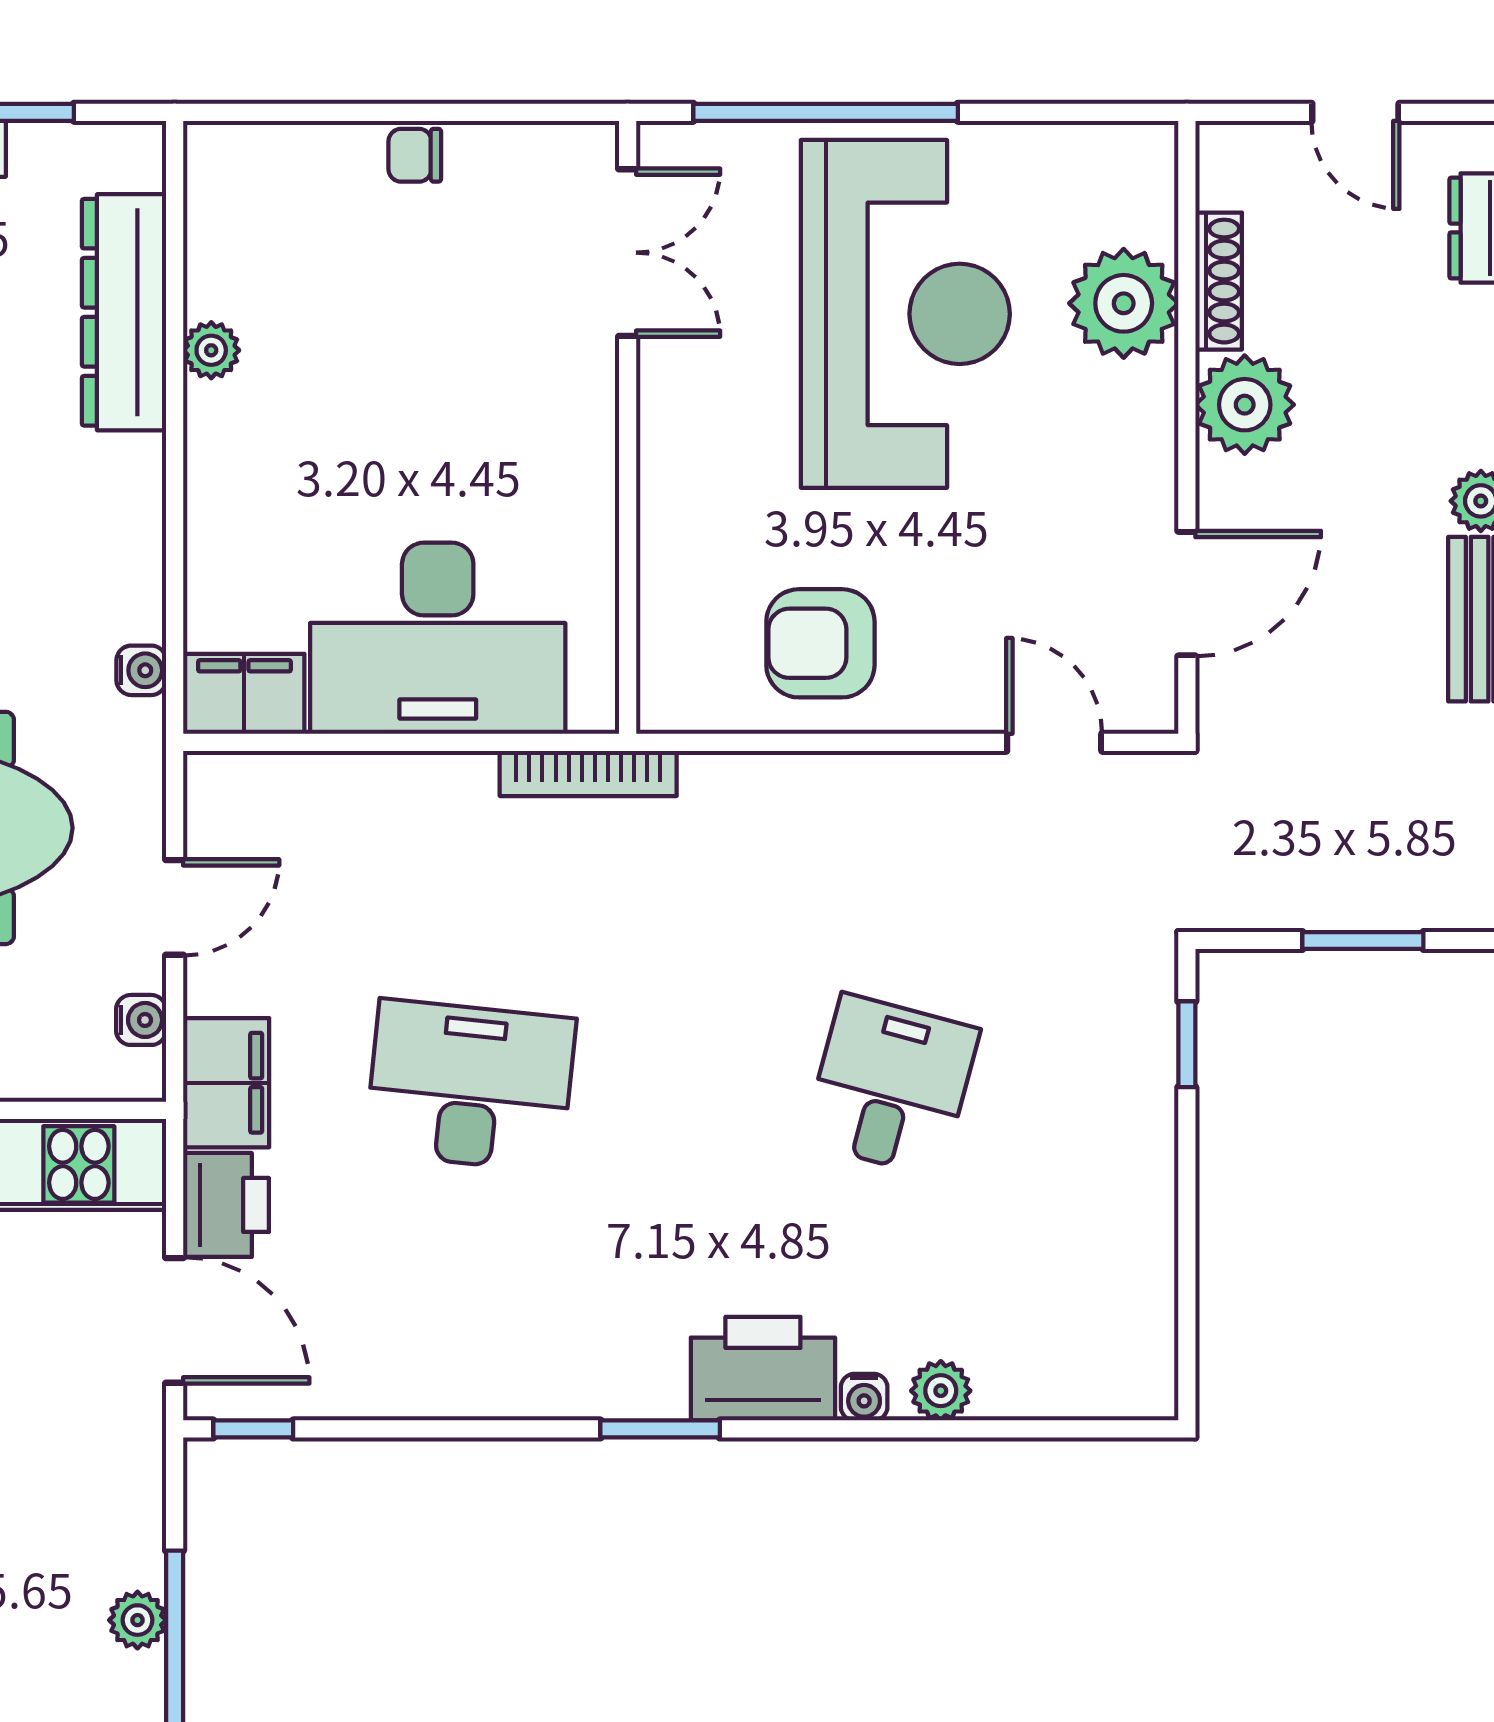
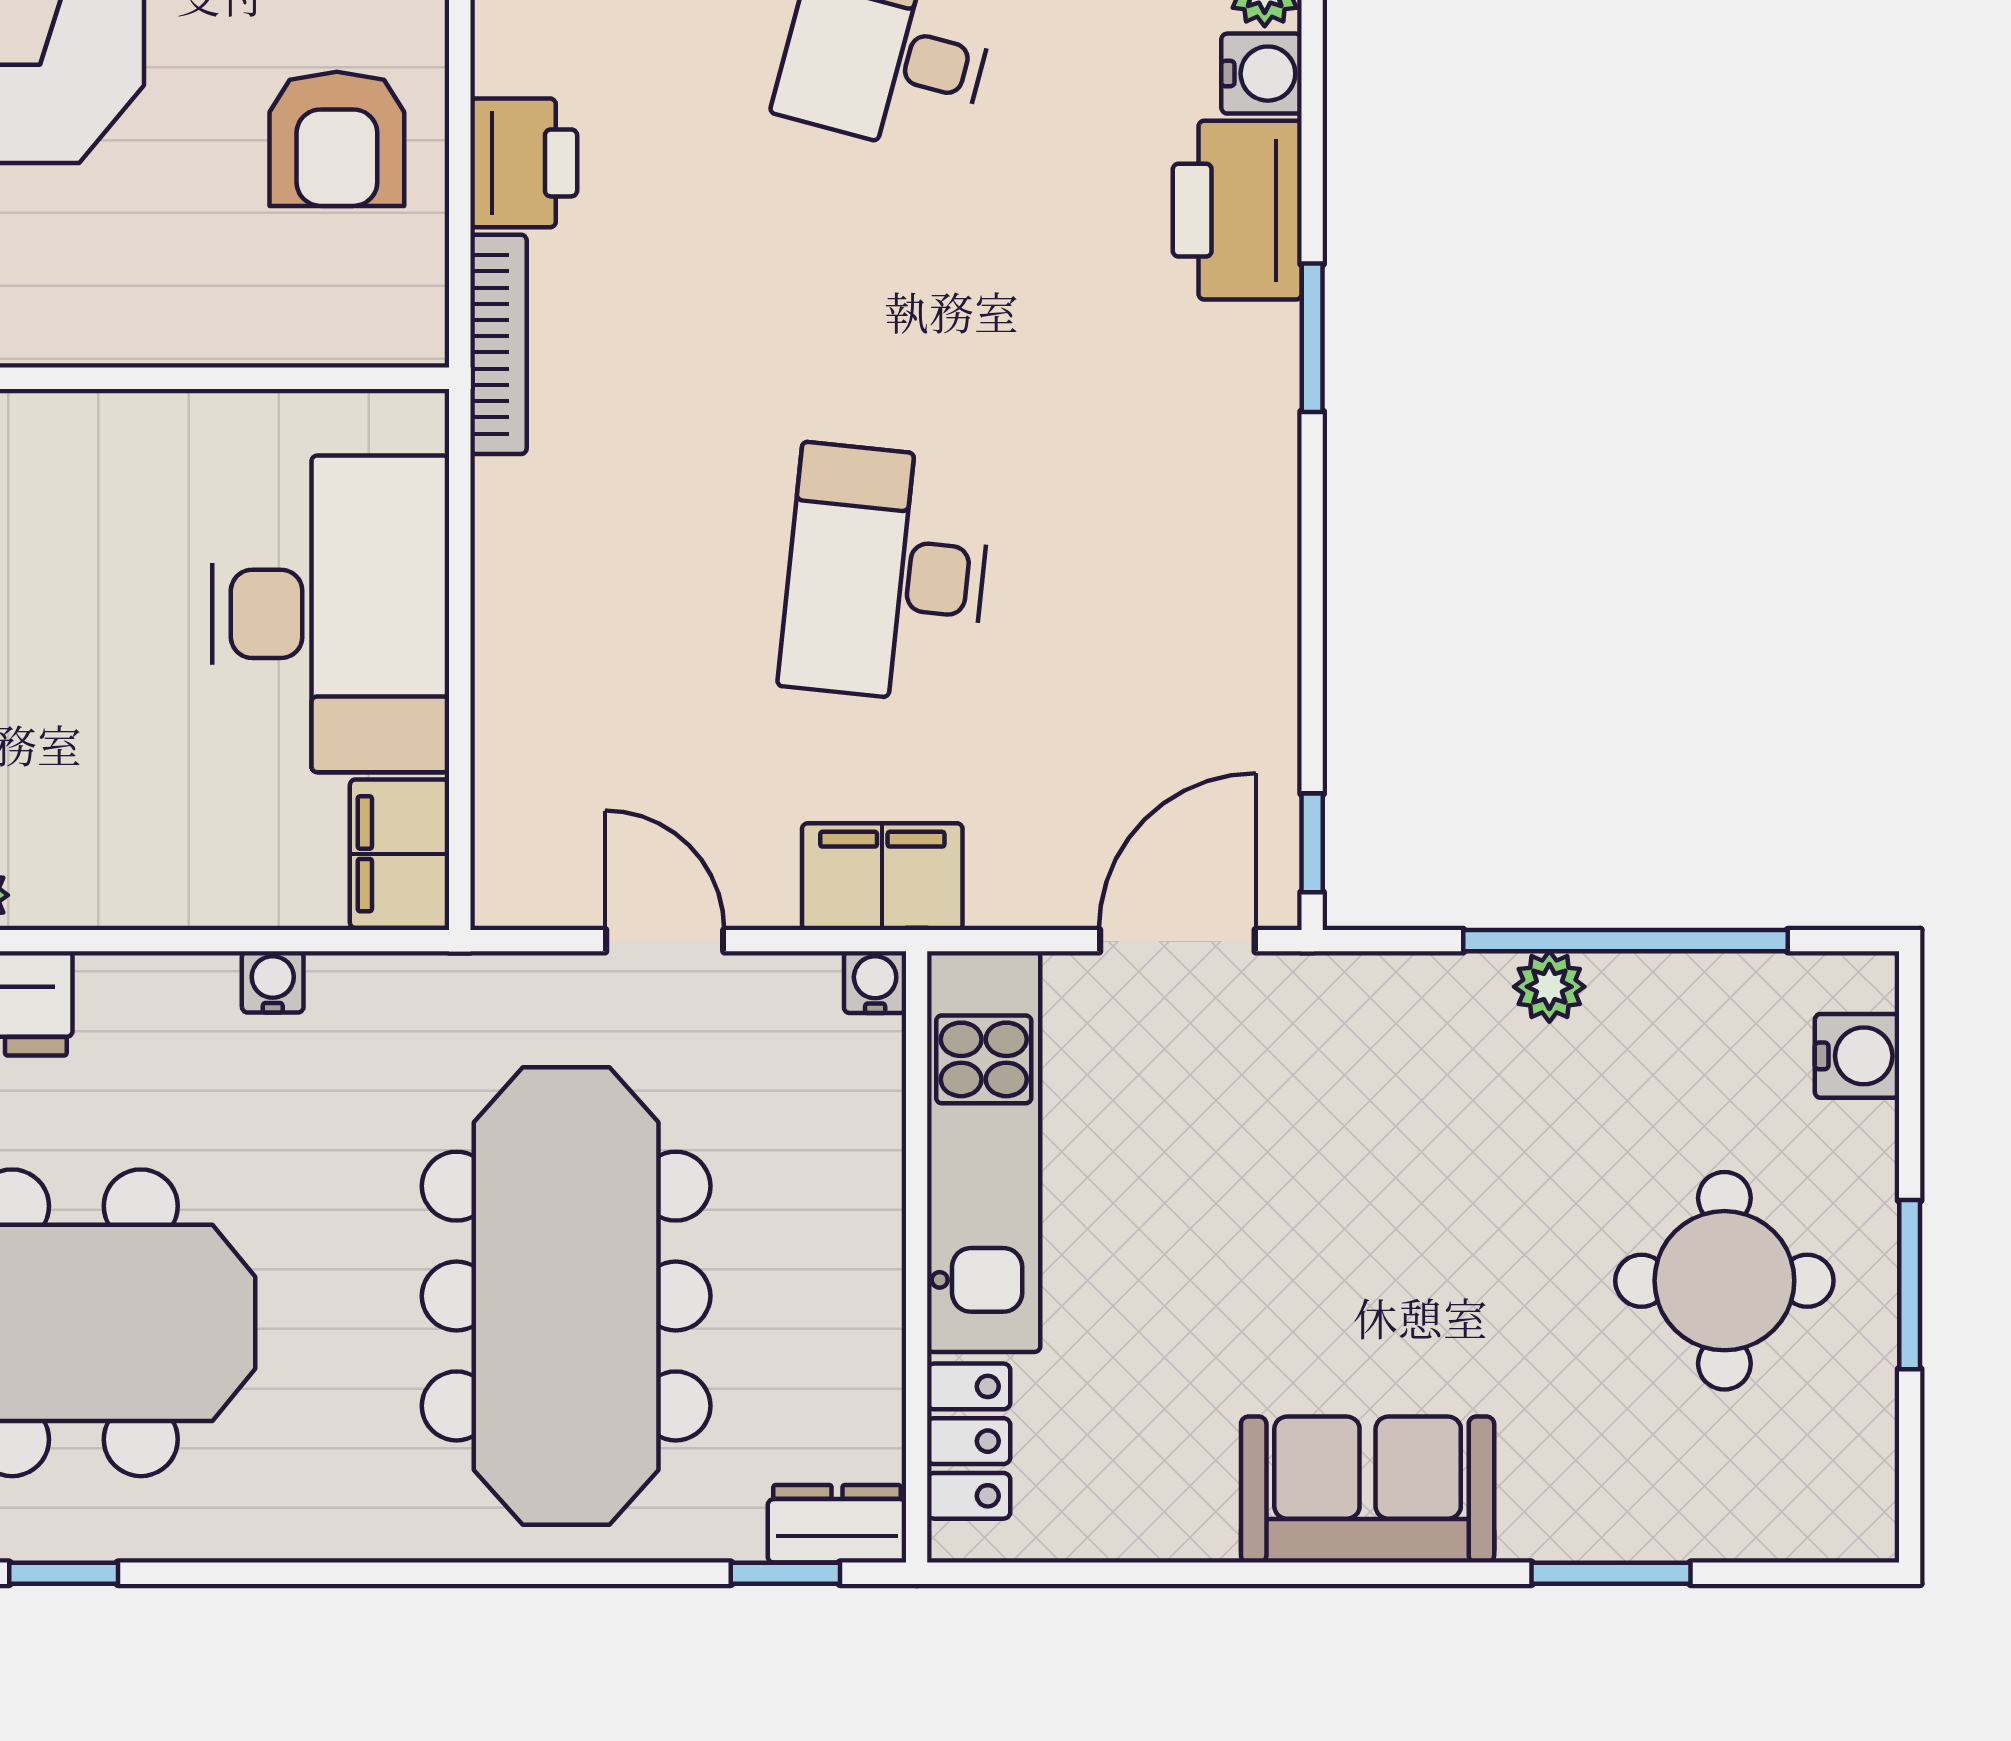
water cooler: (141, 670) -> (273, 982), moved
bookcase: (588, 773) -> (498, 344), moved
water cooler: (141, 1020) -> (875, 982), moved
printer: (226, 1205) -> (524, 163), moved, turned 90
water cooler: (864, 1397) -> (1262, 74), width x1.38, depth x1.38

